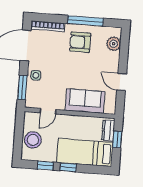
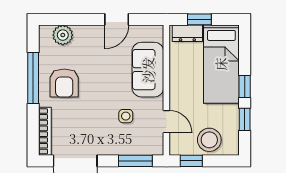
side table: (36, 75) -> (126, 116), moved
window: (19, 126) -> (191, 161), added

